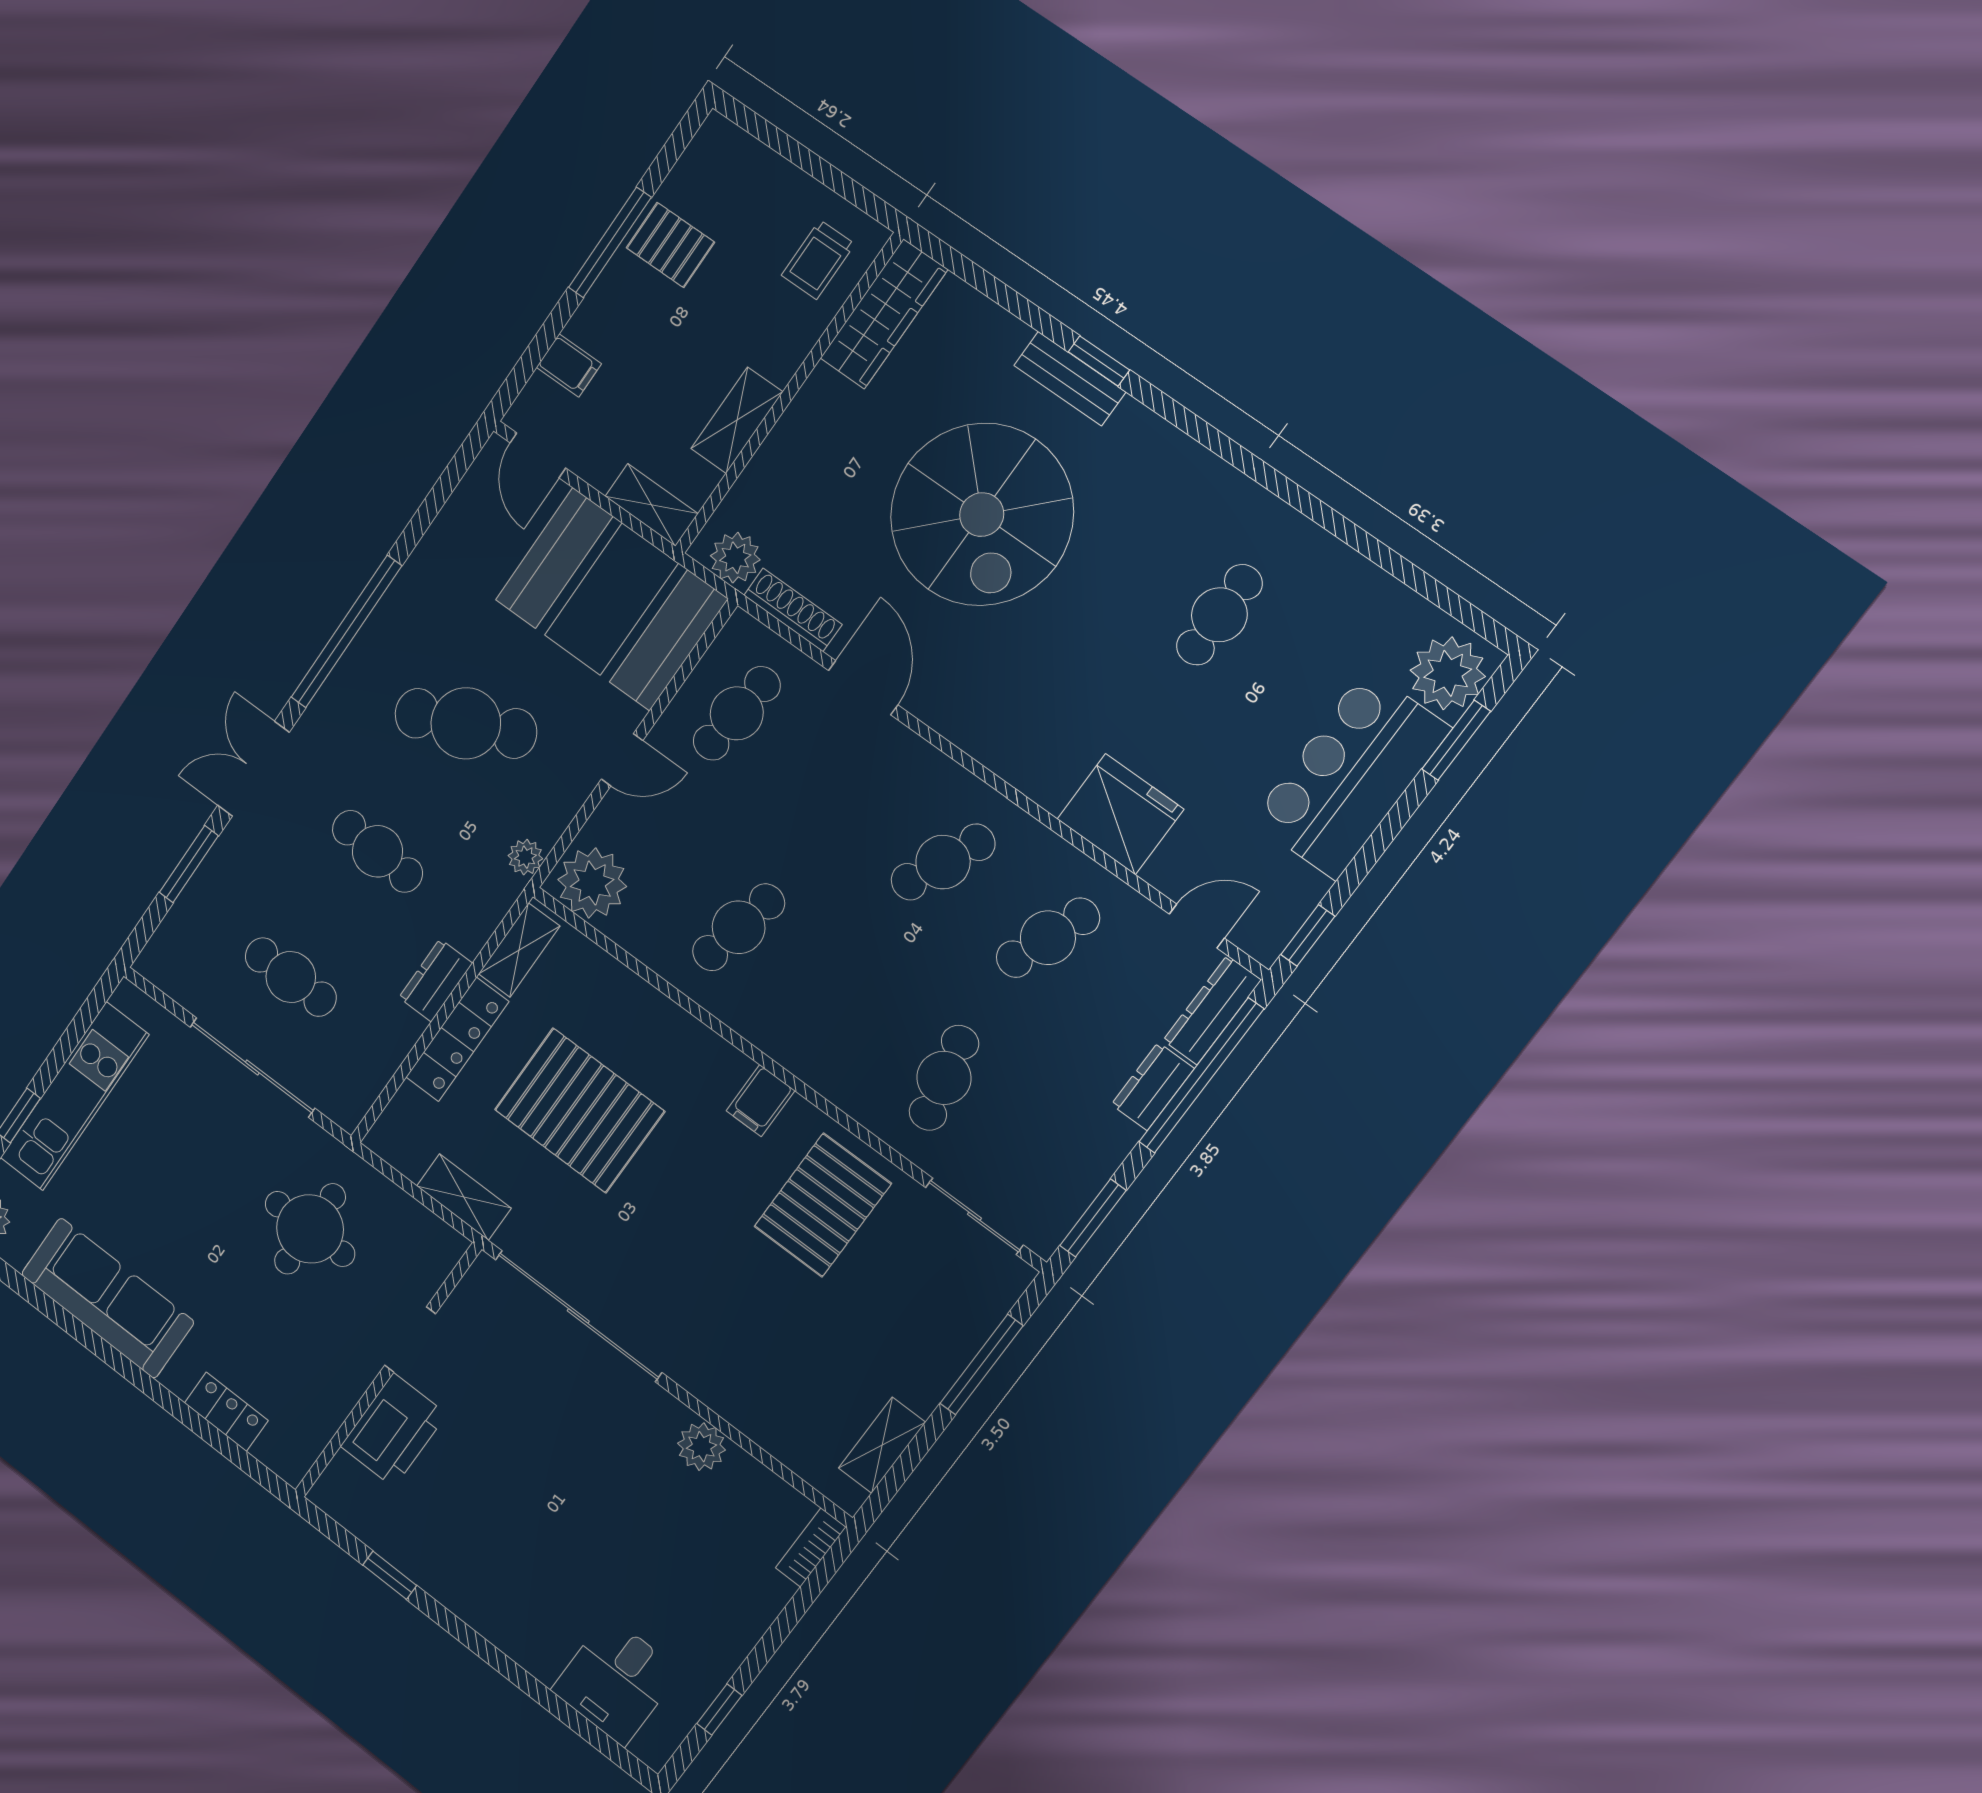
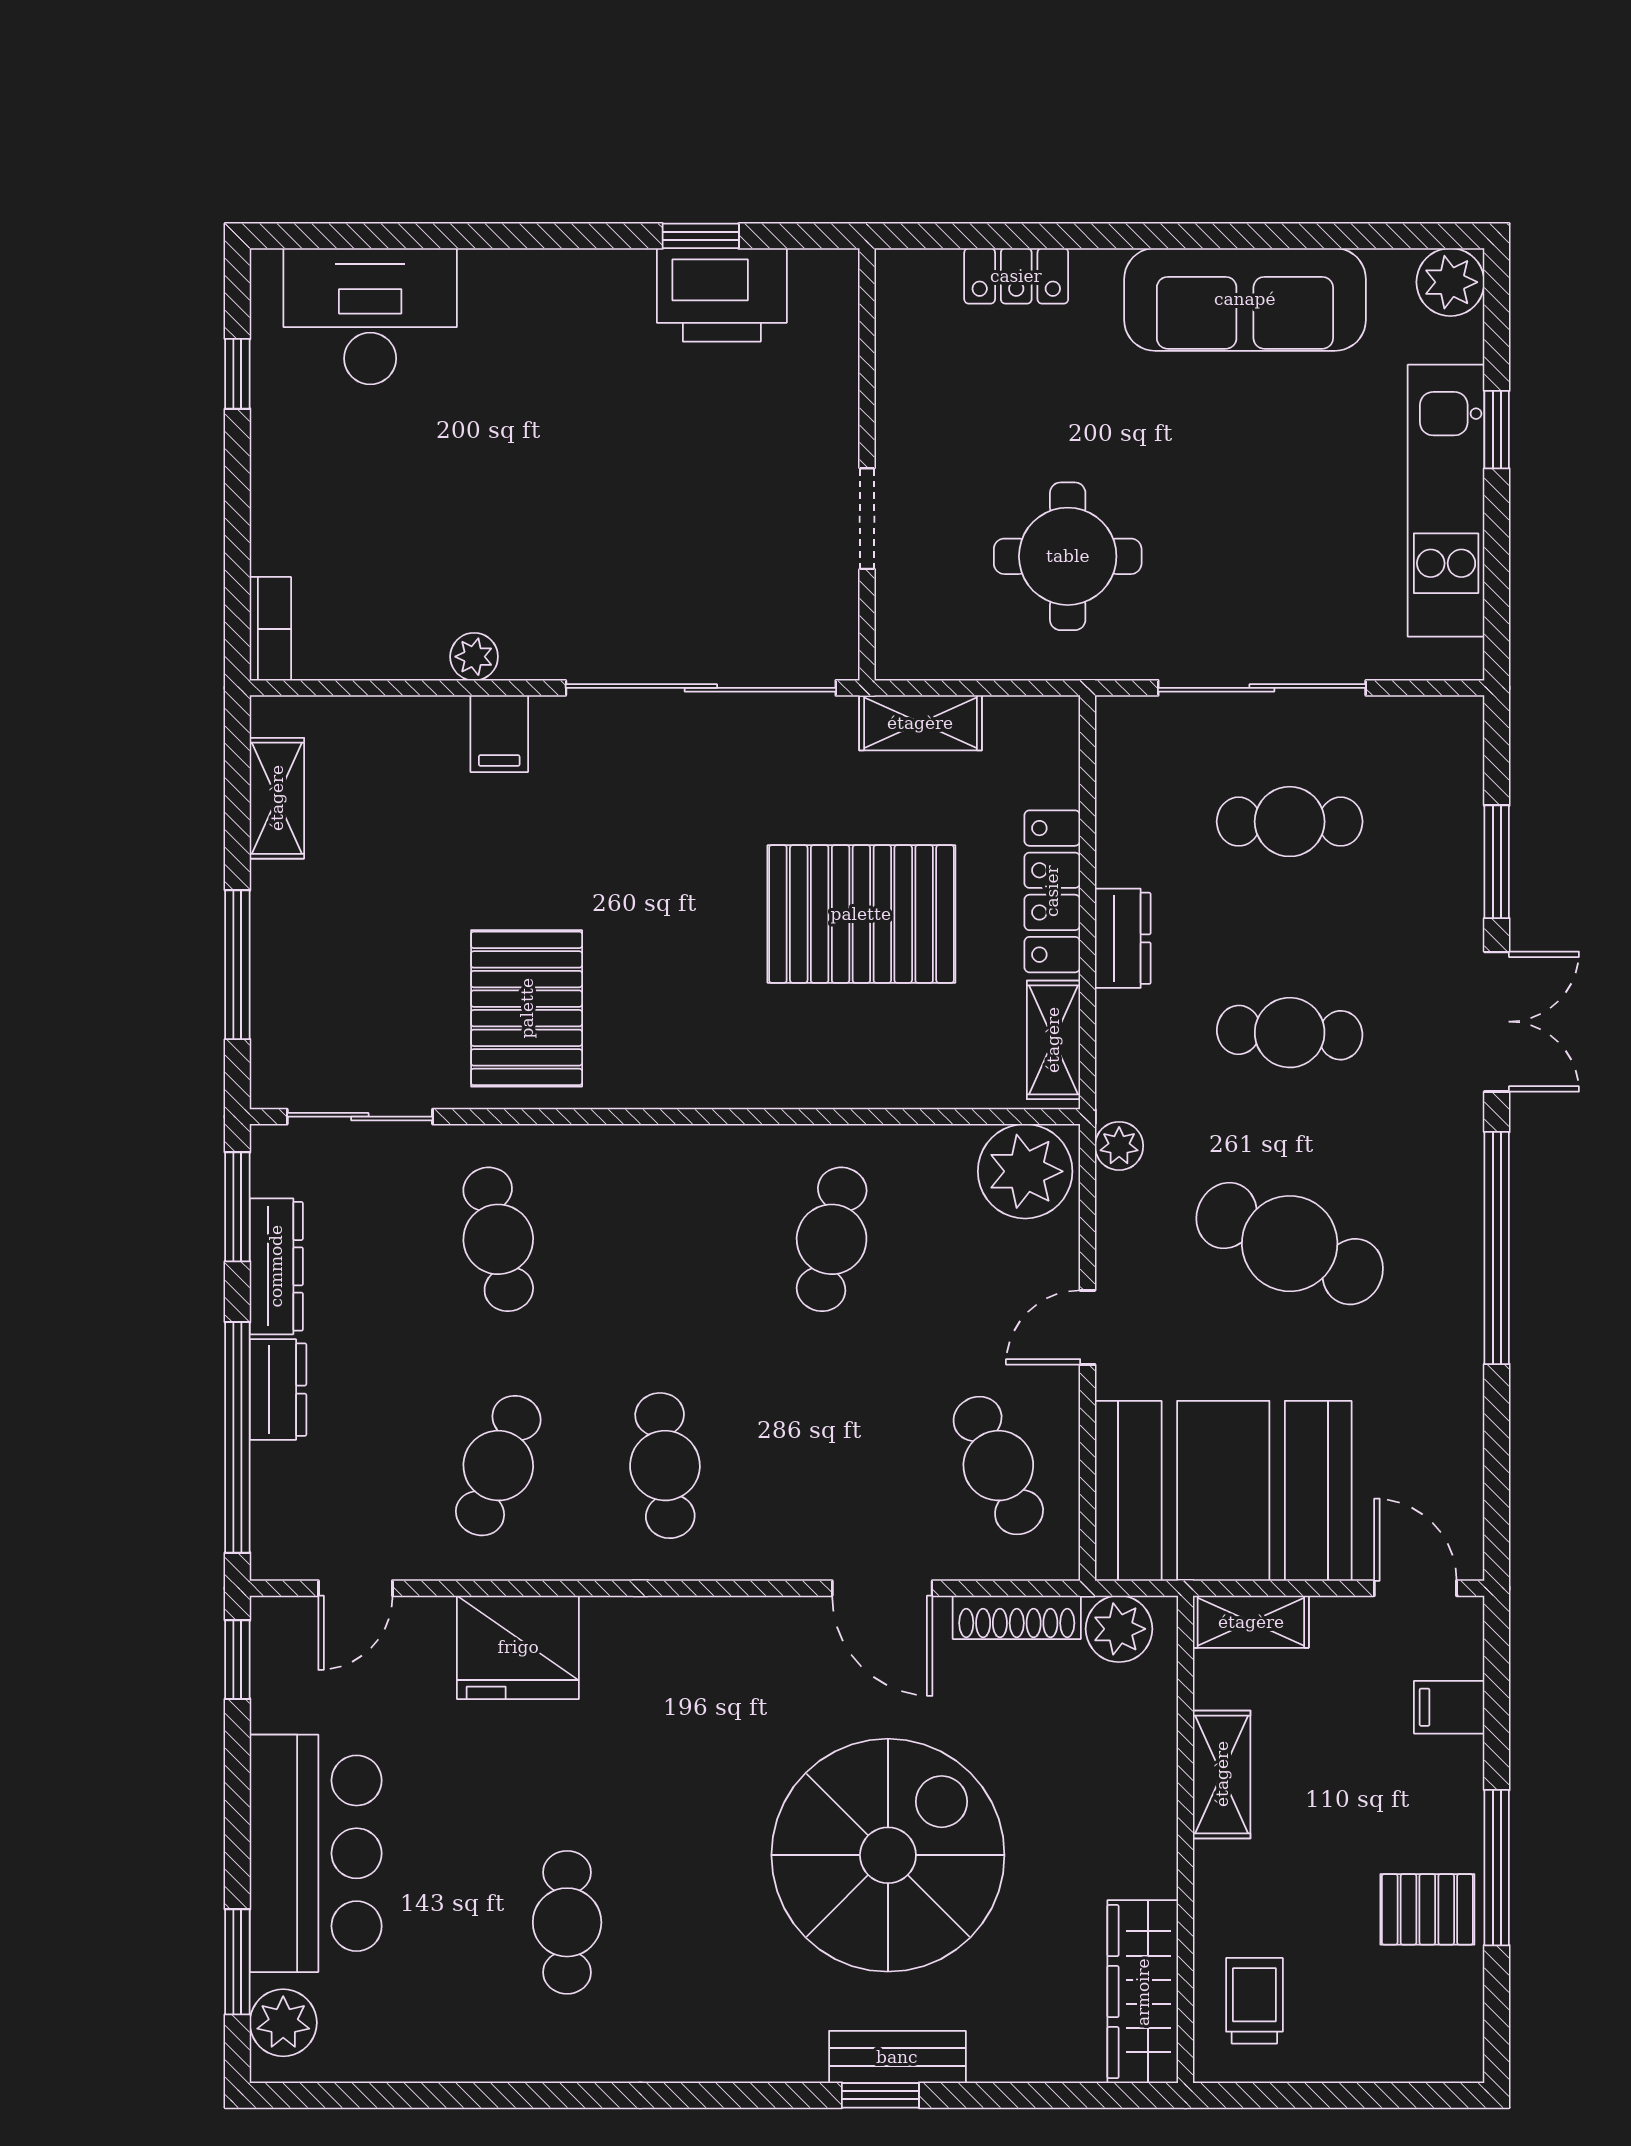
spiral stairs: (982, 515) -> (888, 1855), turned 90
plant: (1448, 673) -> (283, 2023), width x0.73, depth x0.73
cafe table: (737, 713) -> (998, 1466), turned -30
cafe table: (466, 723) -> (1290, 1244), turned 48
cafe table: (943, 862) -> (665, 1466), turned -30
dresser: (1212, 1010) -> (276, 1266), moved
filing cabinet: (760, 1101) -> (499, 734), moved, turned 180
printer: (393, 1430) -> (722, 295), moved, turned -90
plant: (702, 1447) -> (474, 657), width x0.73, depth x0.73
desk: (616, 1681) -> (370, 316), width x1.37

